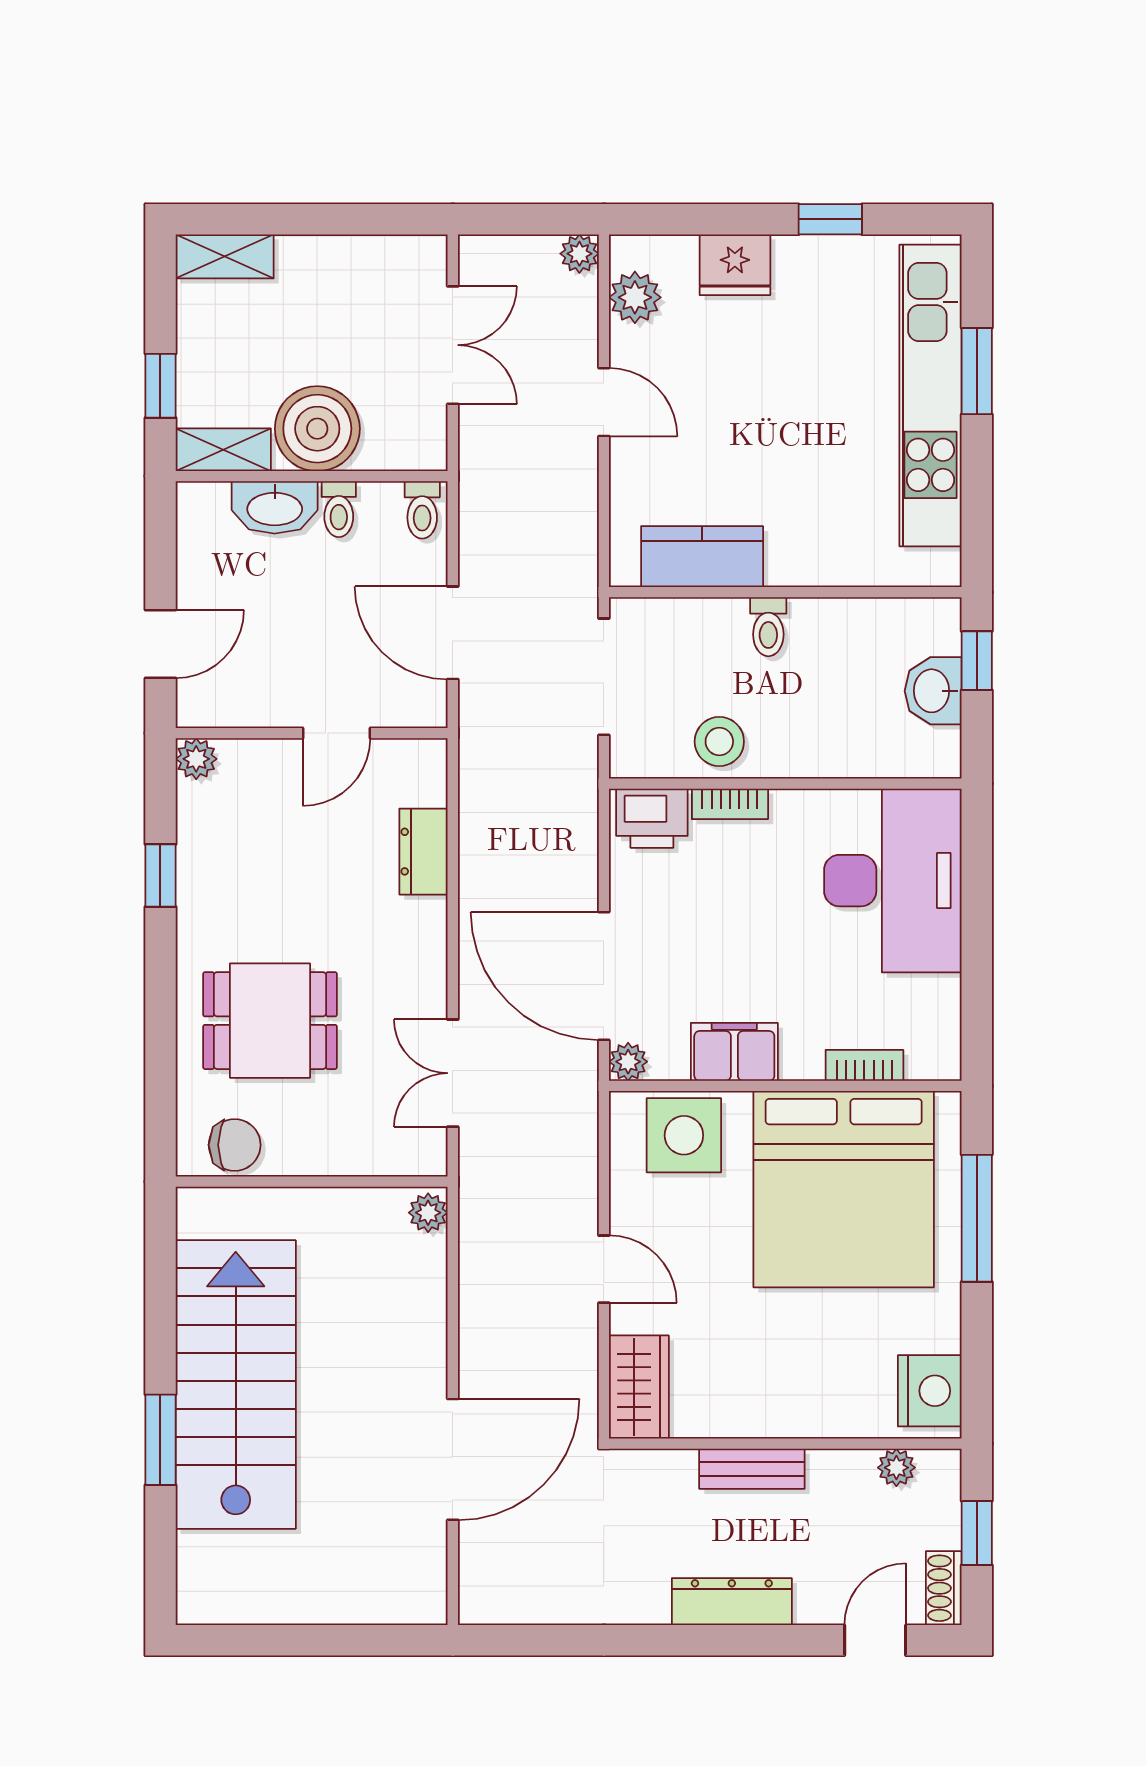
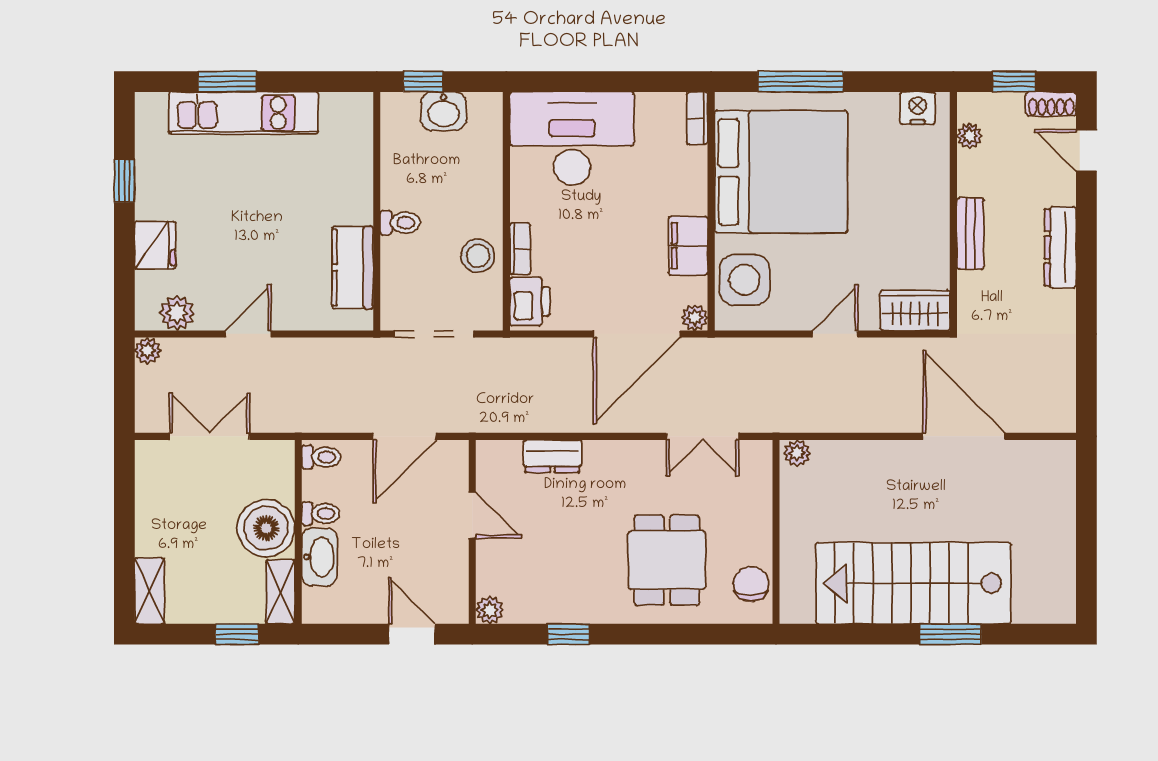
kitchen unit: (931, 396) -> (244, 113), width x0.73
bookcase: (864, 1065) -> (697, 118), moved
nightstand: (930, 1391) -> (918, 108), width x0.74, depth x0.75

